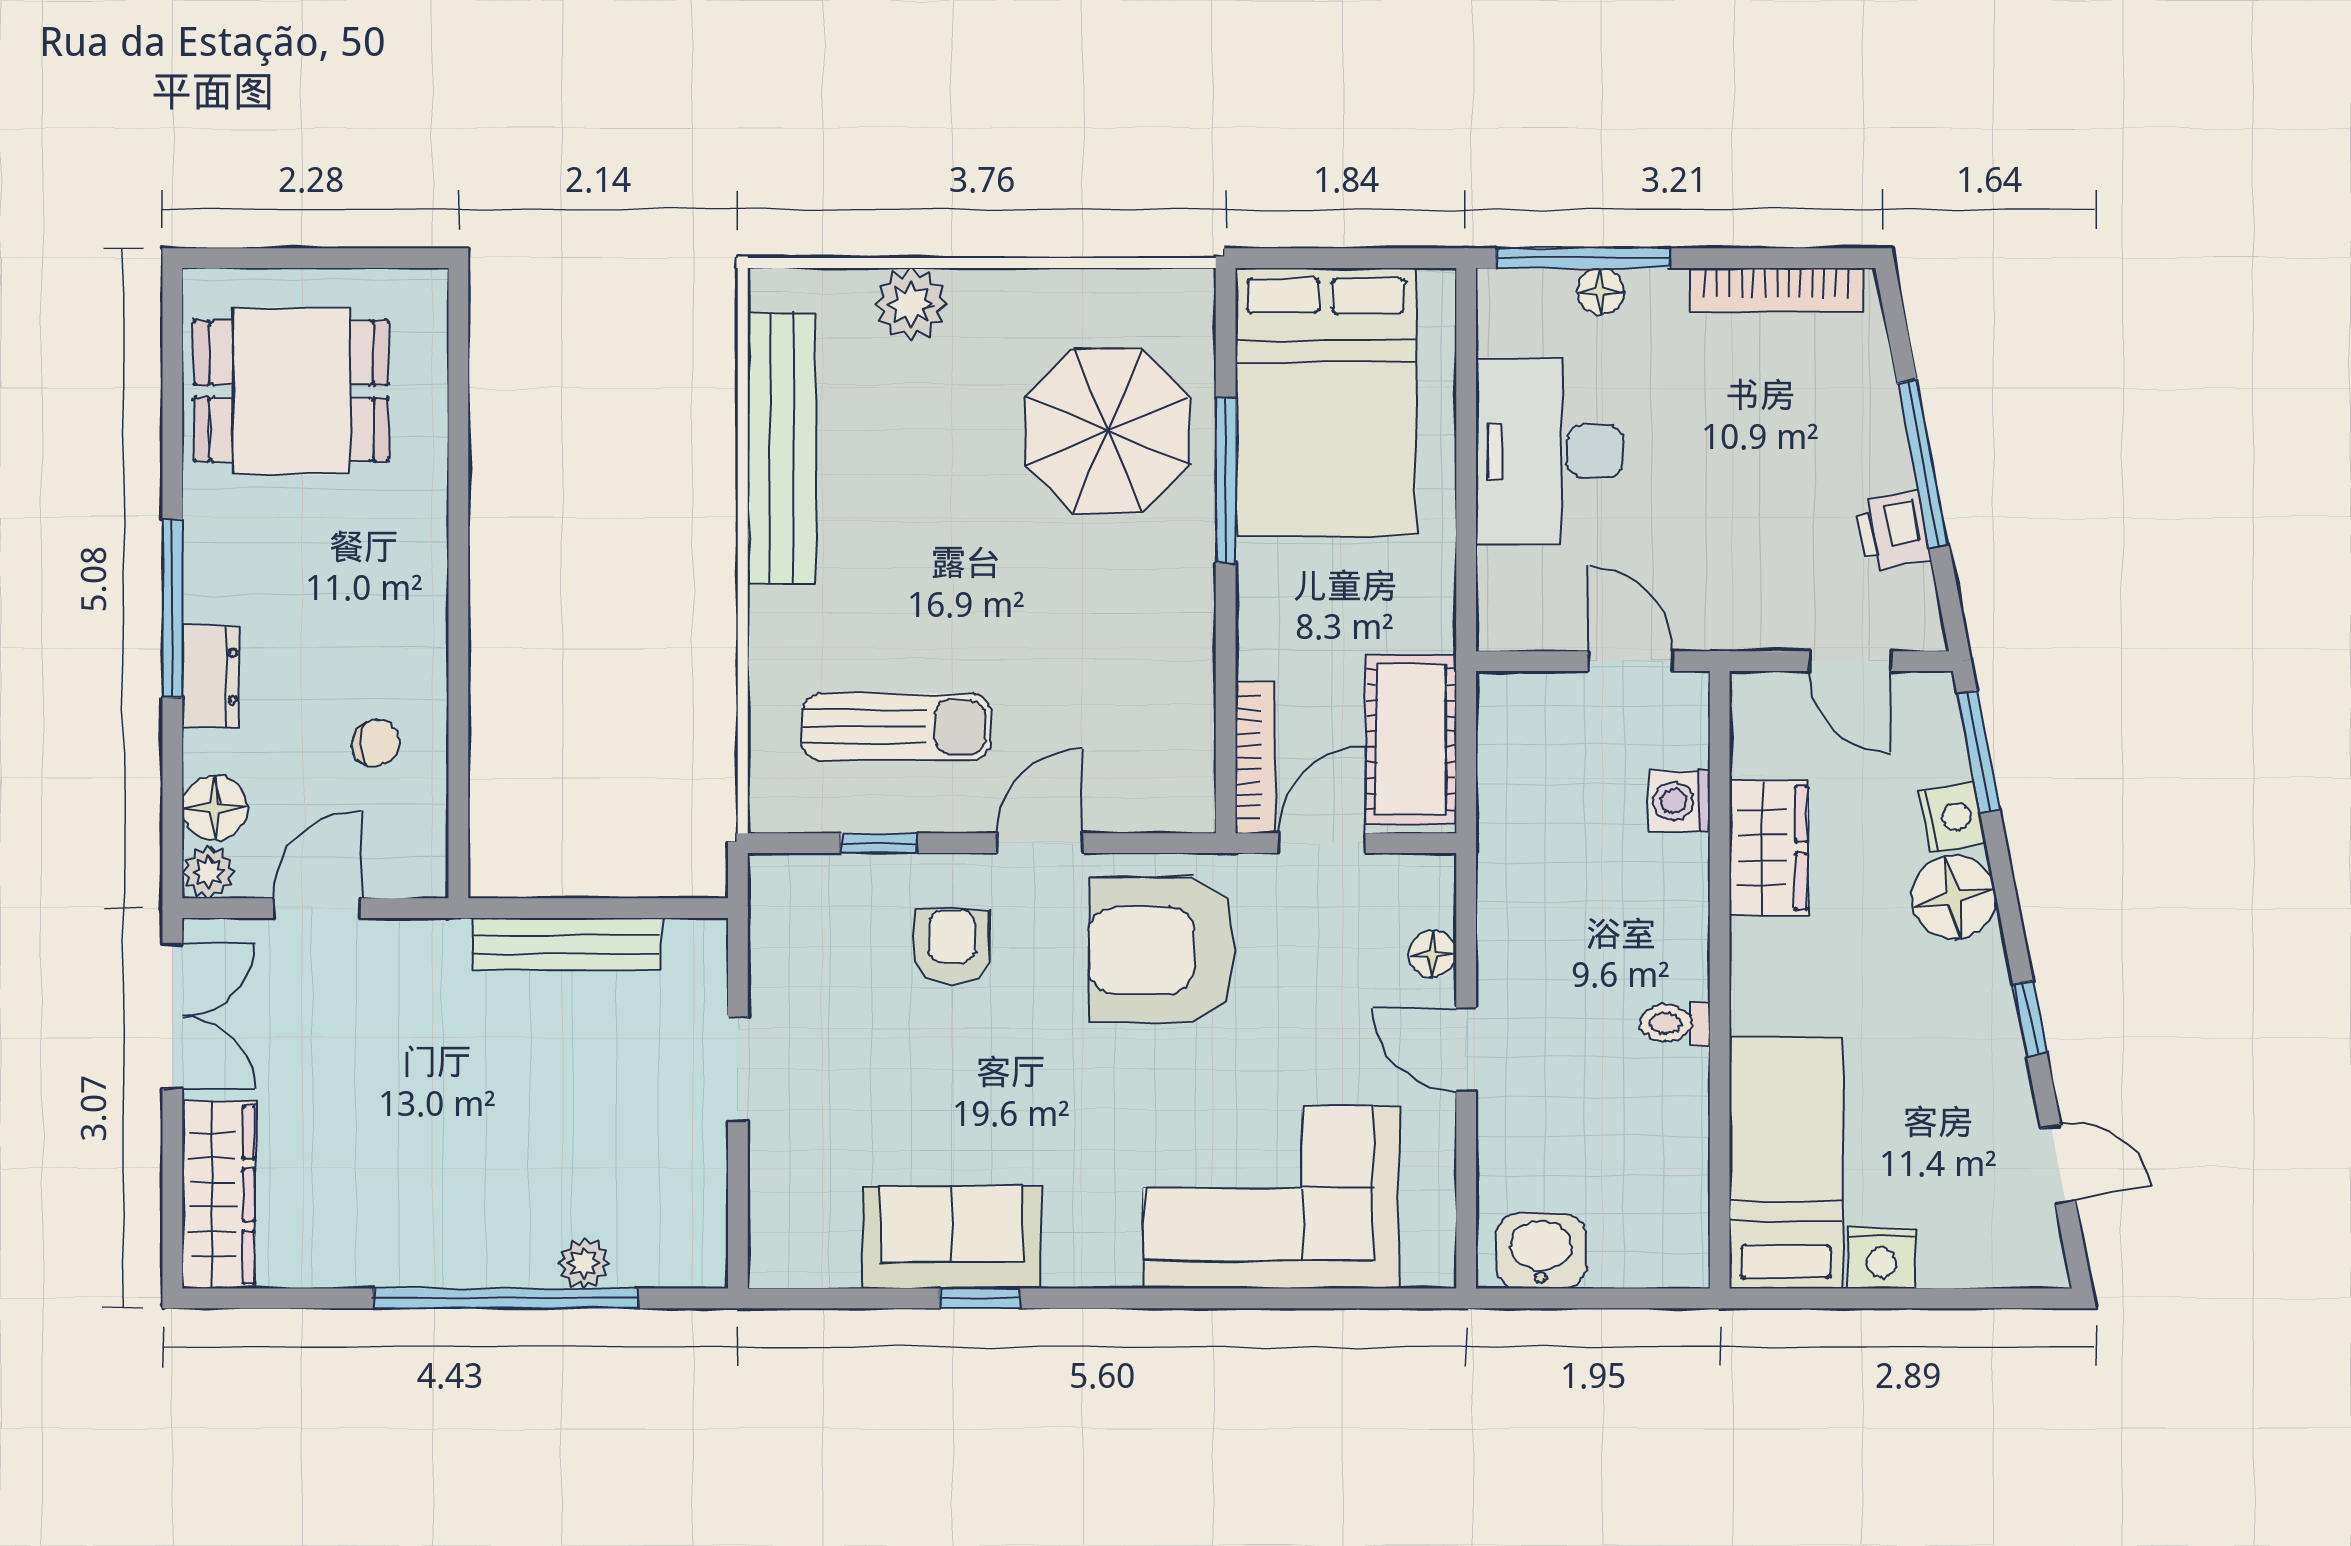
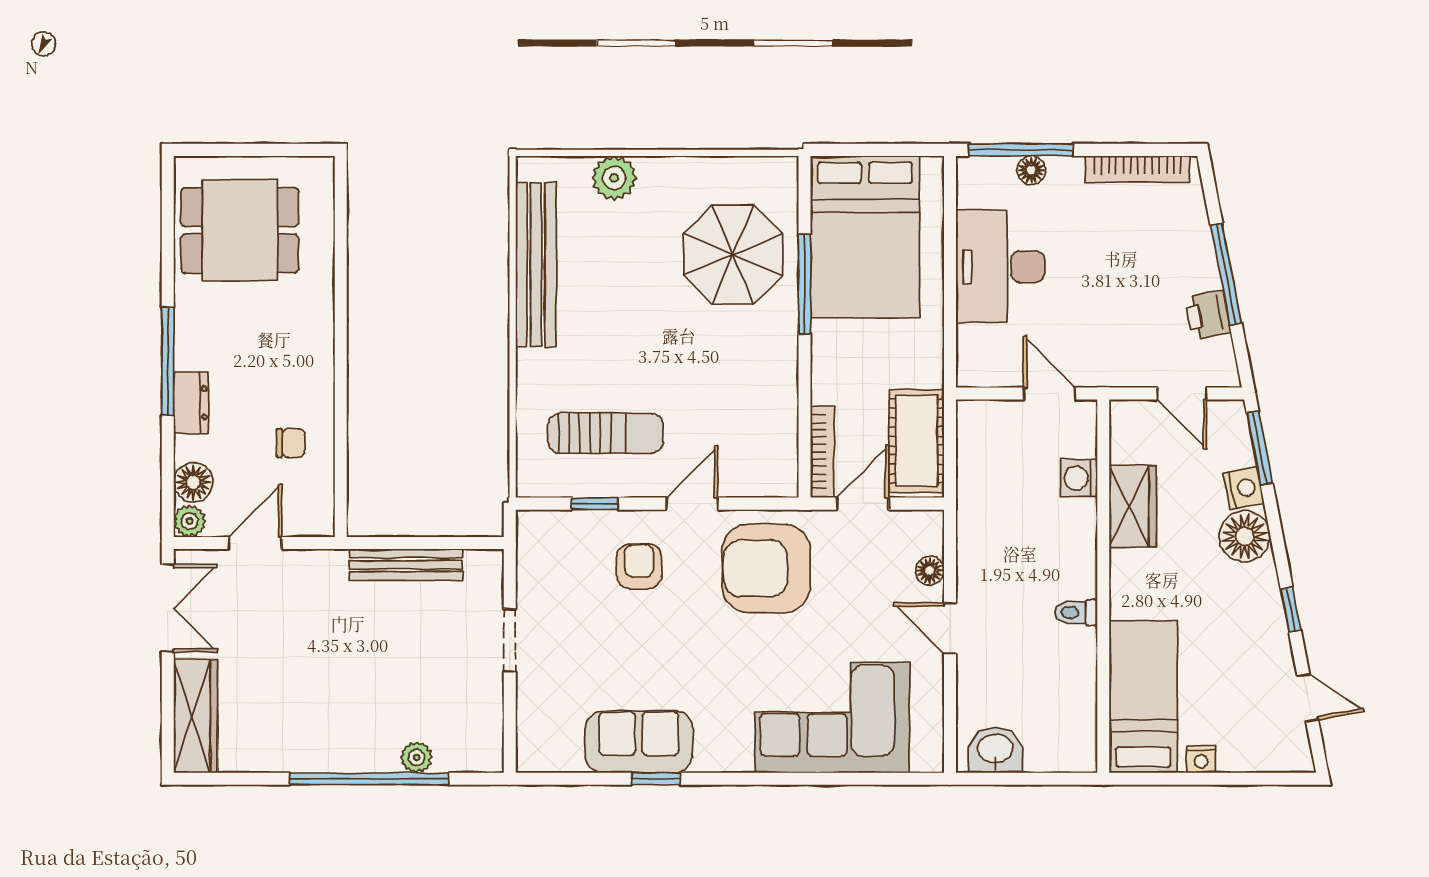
nightstand: (1881, 1258) -> (1201, 759), width x0.72, depth x0.74

